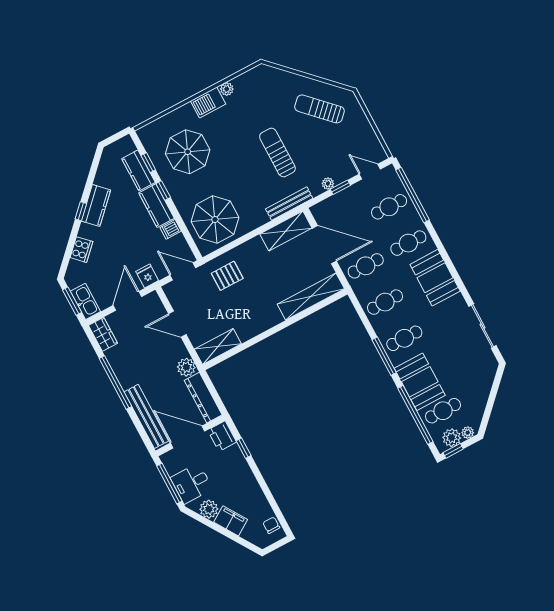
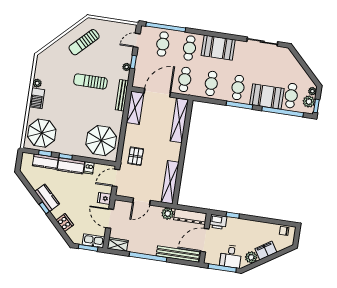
parasol: (188, 152) -> (42, 133), moved
shelving: (218, 346) -> (170, 182), width x1.47

